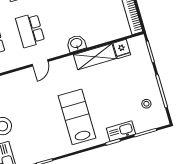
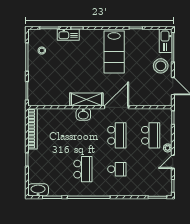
fridge: (122, 49) -> (49, 99), removed
shelving: (95, 57) -> (86, 100), moved
door: (40, 63) -> (116, 107), width x1.87
lab bench: (77, 117) -> (114, 52), moved

